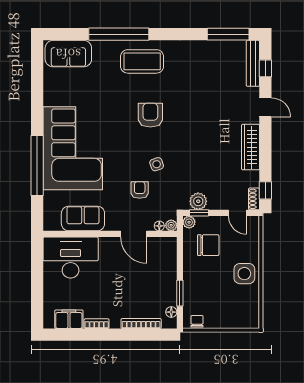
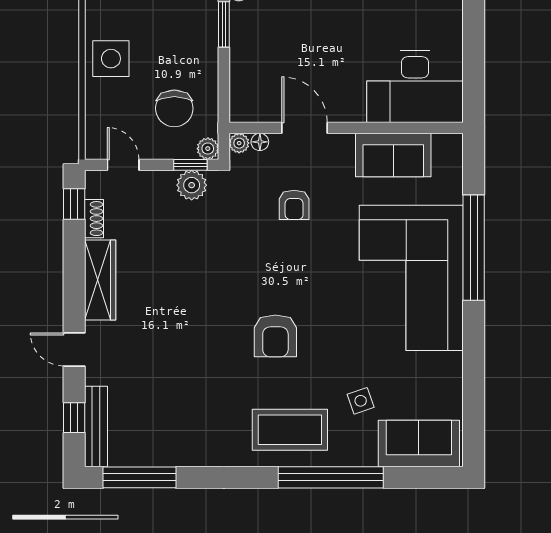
side table: (157, 164) -> (361, 401), moved
shoe rack: (254, 199) -> (94, 219), moved
chair: (208, 245) -> (174, 108), turned -90

